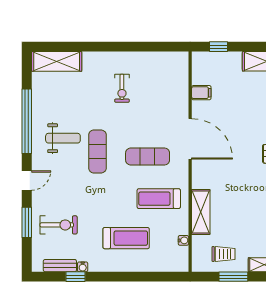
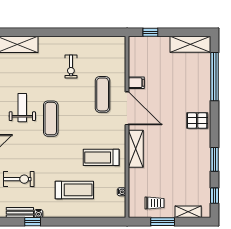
filing cabinet: (201, 93) -> (136, 83), moved
weight bench: (63, 138) -> (22, 108), turned -90
exercise mat: (148, 157) -> (103, 94), moved, turned 90
shelving: (201, 212) -> (136, 149), moved

